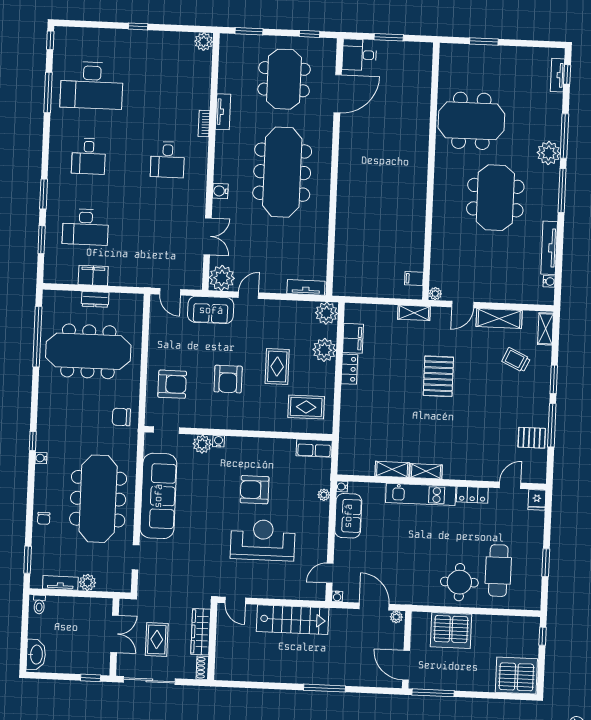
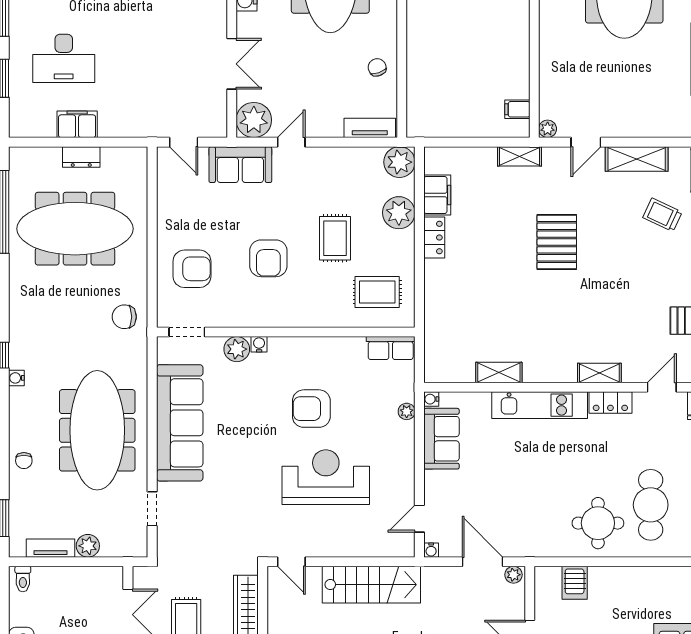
chair: (313, 244) -> (377, 67), added
shelving: (426, 471) -> (599, 373), moved
server rack: (451, 630) -> (575, 583), width x0.46, depth x0.70

